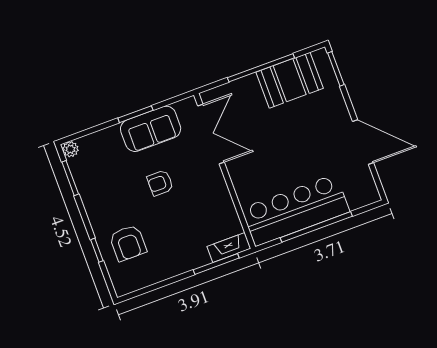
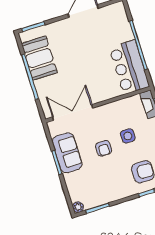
bar counter: (296, 210) -> (129, 67), width x0.73
side table: (180, 218) -> (128, 136), added

